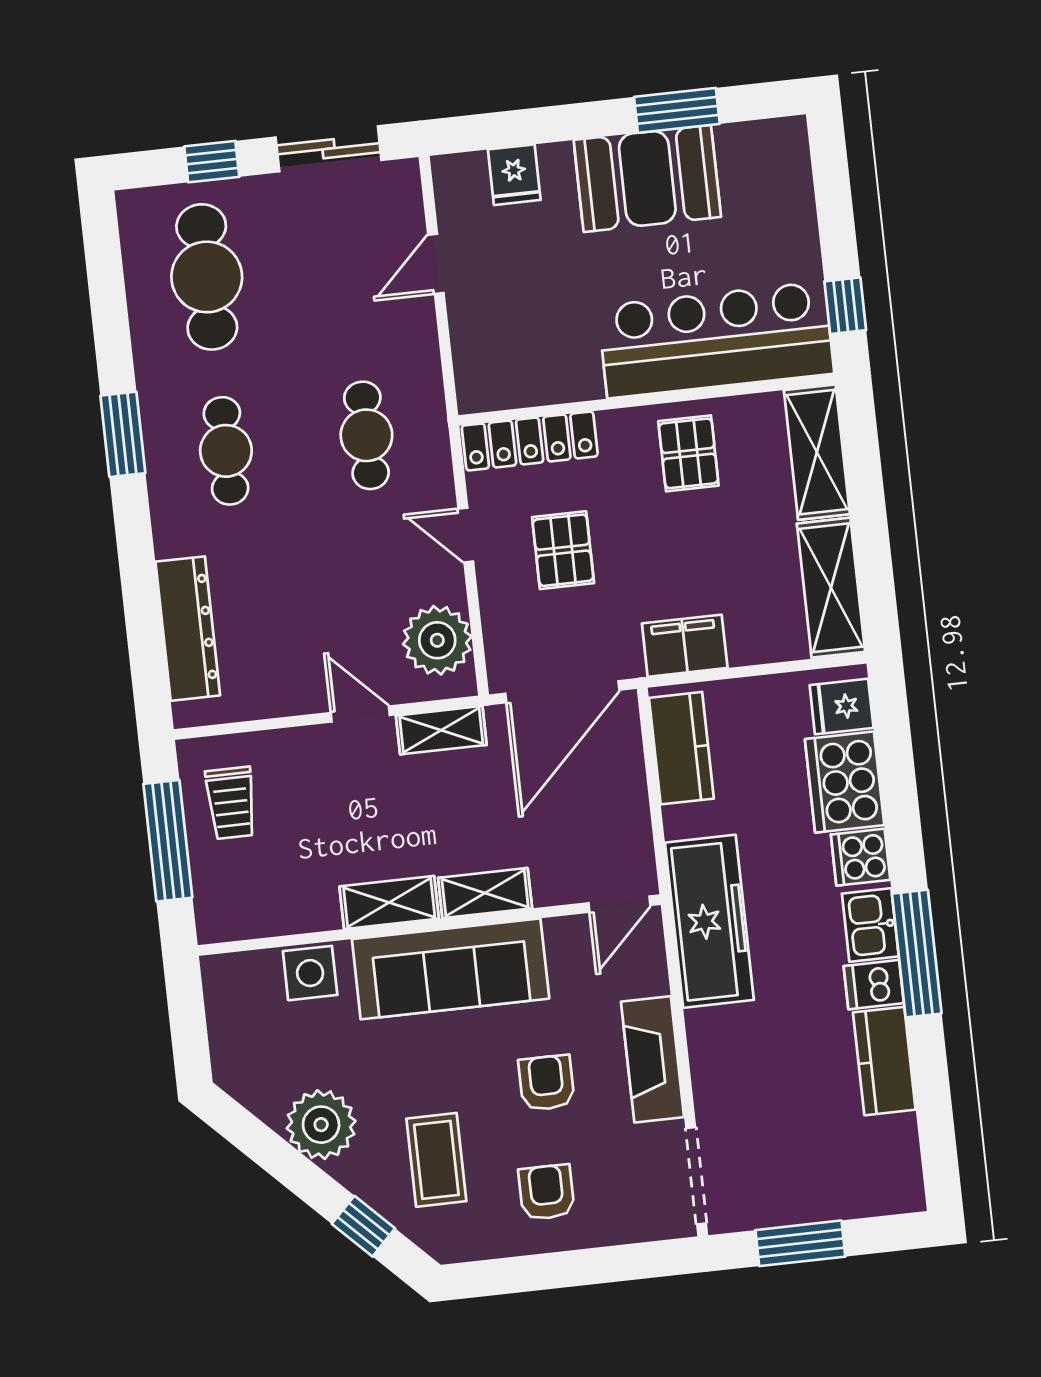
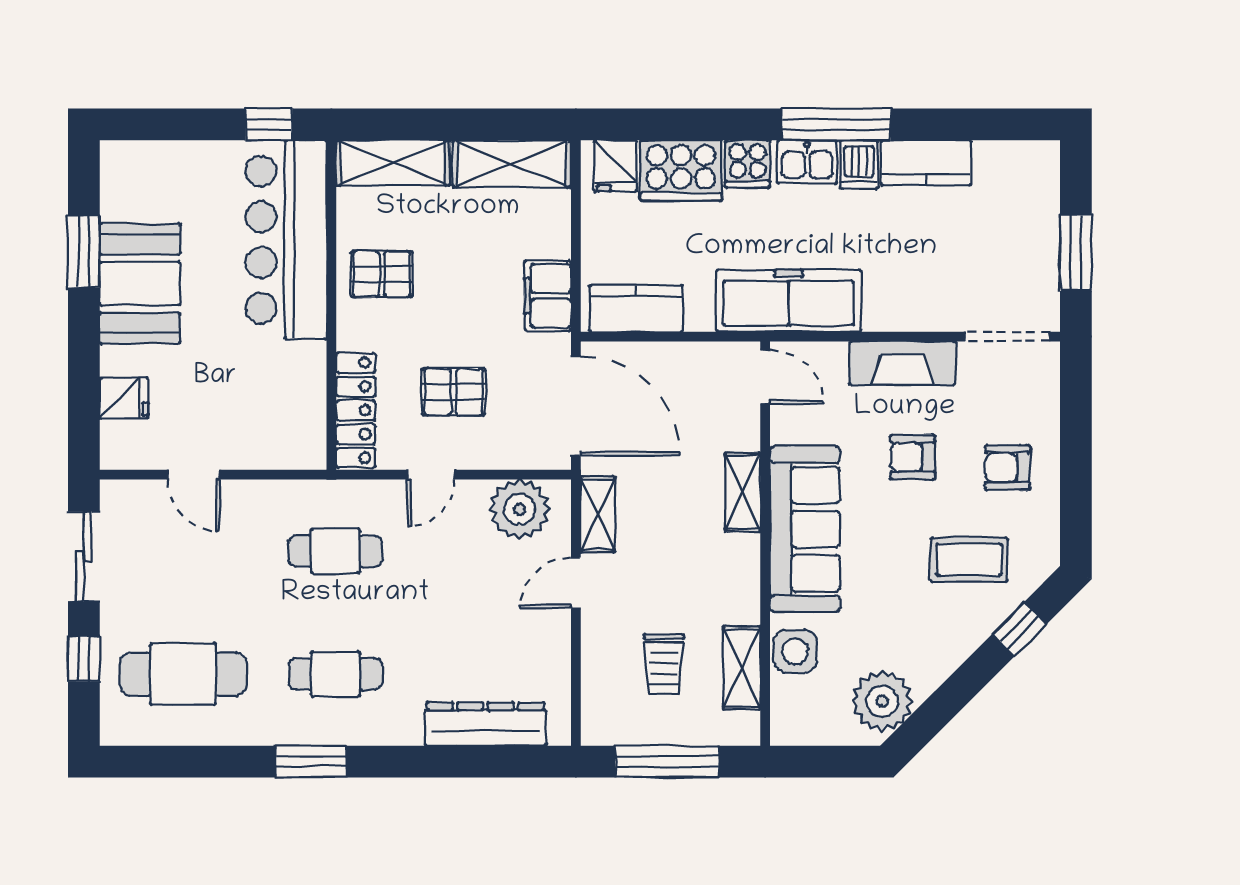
trolley: (231, 803) -> (664, 664), moved, turned 90
shelving: (389, 903) -> (742, 668), moved
plant: (321, 1125) -> (882, 701), moved

